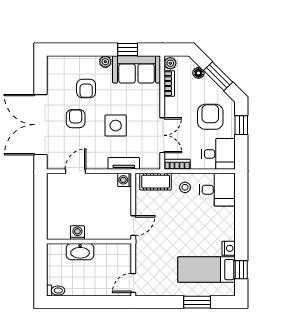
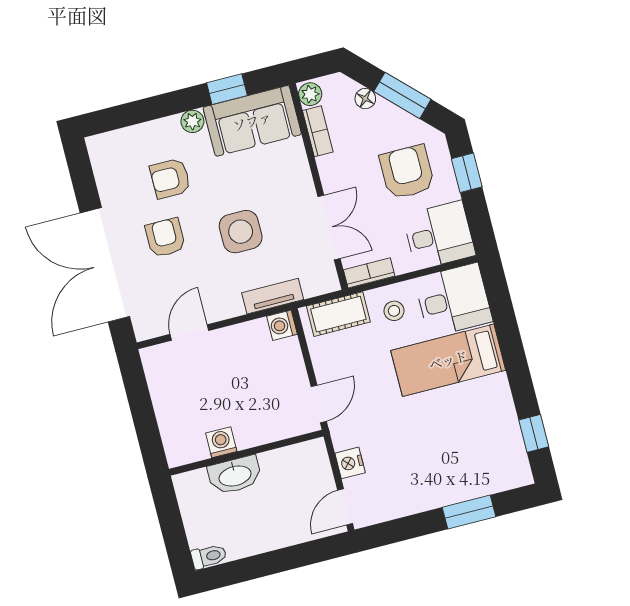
armchair: (86, 88) -> (170, 179), turned 90
nightstand: (229, 248) -> (350, 463), moved, turned 180
bed: (207, 270) -> (448, 360), moved

